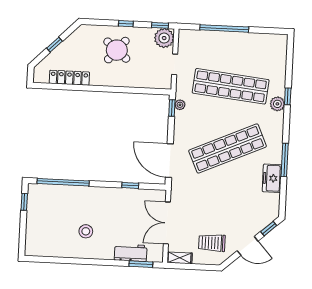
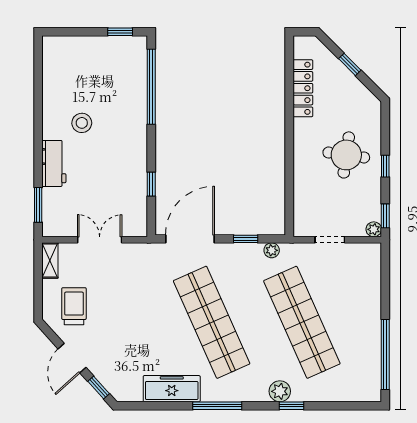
window: (224, 28) -> (385, 355), moved
plant: (164, 38) -> (374, 229), width x0.53, depth x0.53
round table: (117, 50) -> (346, 155), turned -32
shop shelf: (231, 86) -> (302, 322), turned -30
window: (172, 108) -> (246, 239), moved
window: (285, 160) -> (217, 406), moved
freezer: (272, 178) -> (172, 389), width x1.40
double door: (167, 223) -> (100, 240), width x0.73
workbench: (131, 253) -> (54, 163), moved

